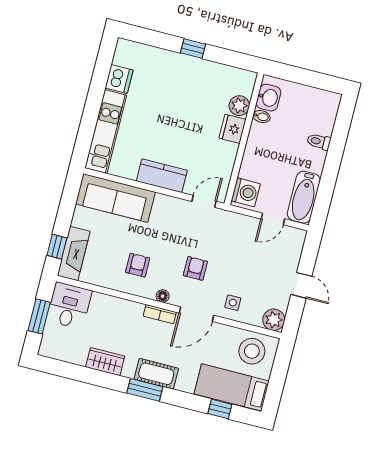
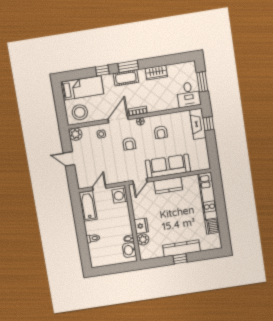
kitchen counter: (183, 65) -> (182, 248), added
sofa: (115, 198) -> (168, 166), moved
window: (220, 409) -> (102, 70), moved

